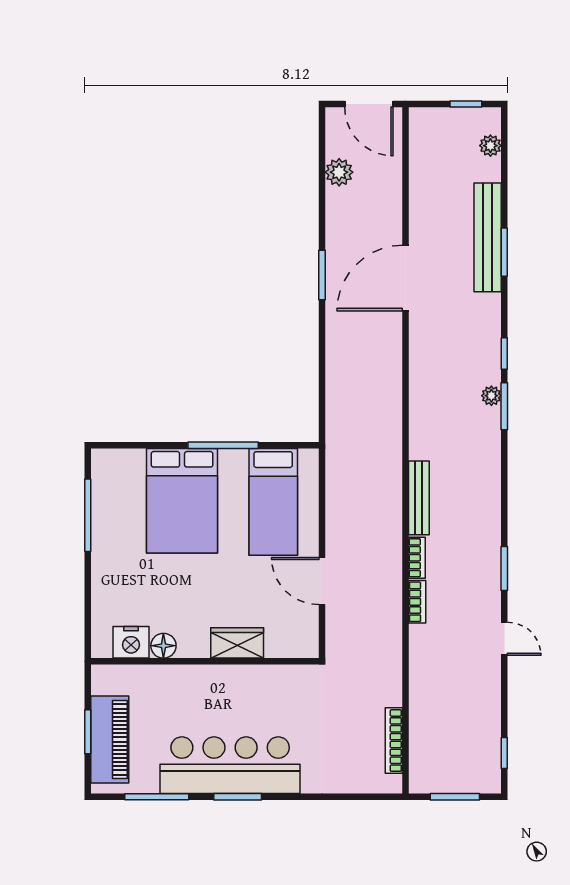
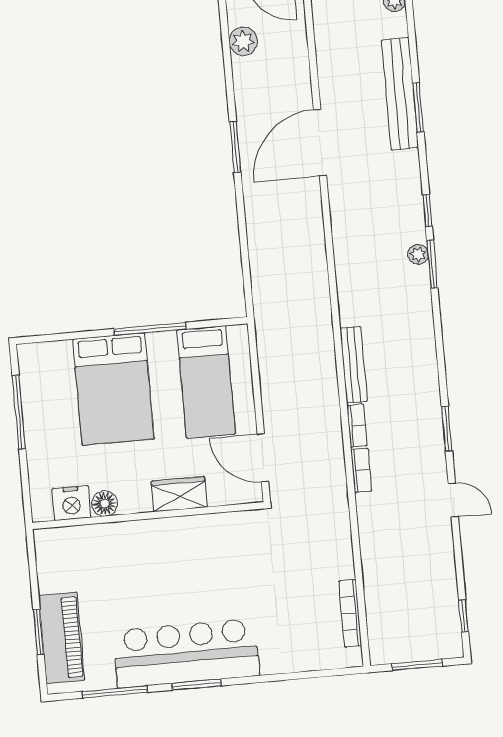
nightstand: (131, 642) -> (71, 503), moved
wardrobe: (237, 643) -> (179, 494), moved
floor lamp: (163, 646) -> (105, 504), moved
wall: (205, 661) -> (148, 516), moved

